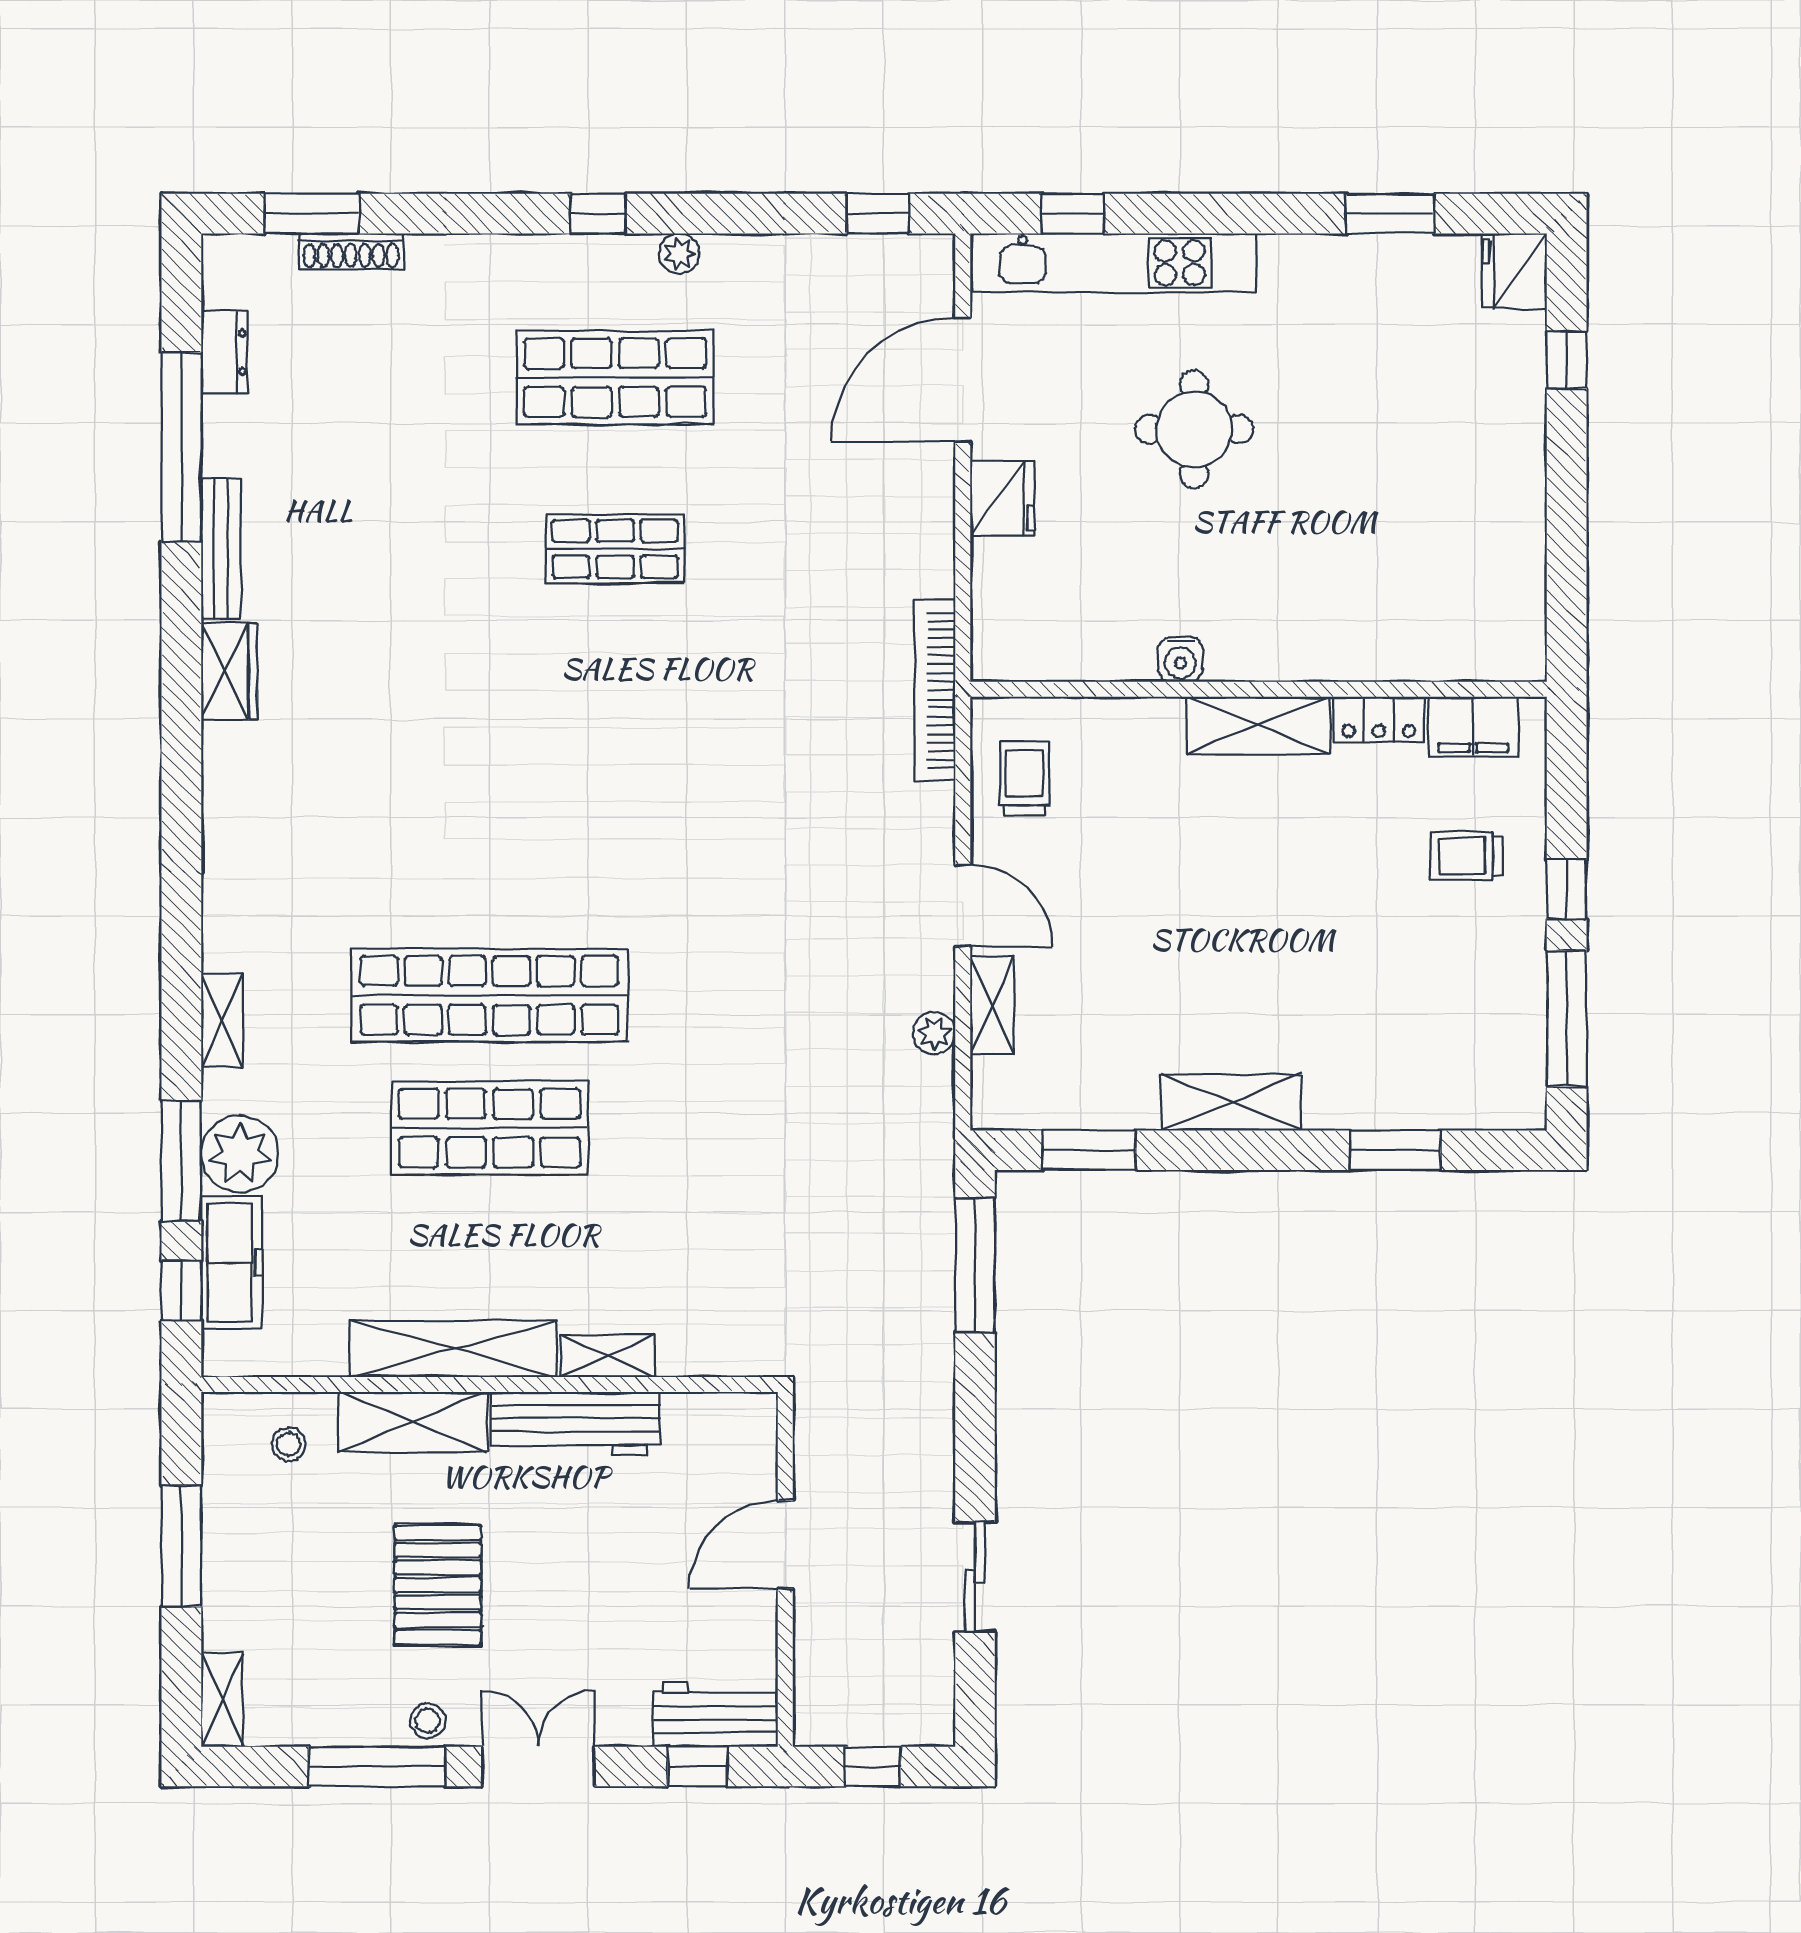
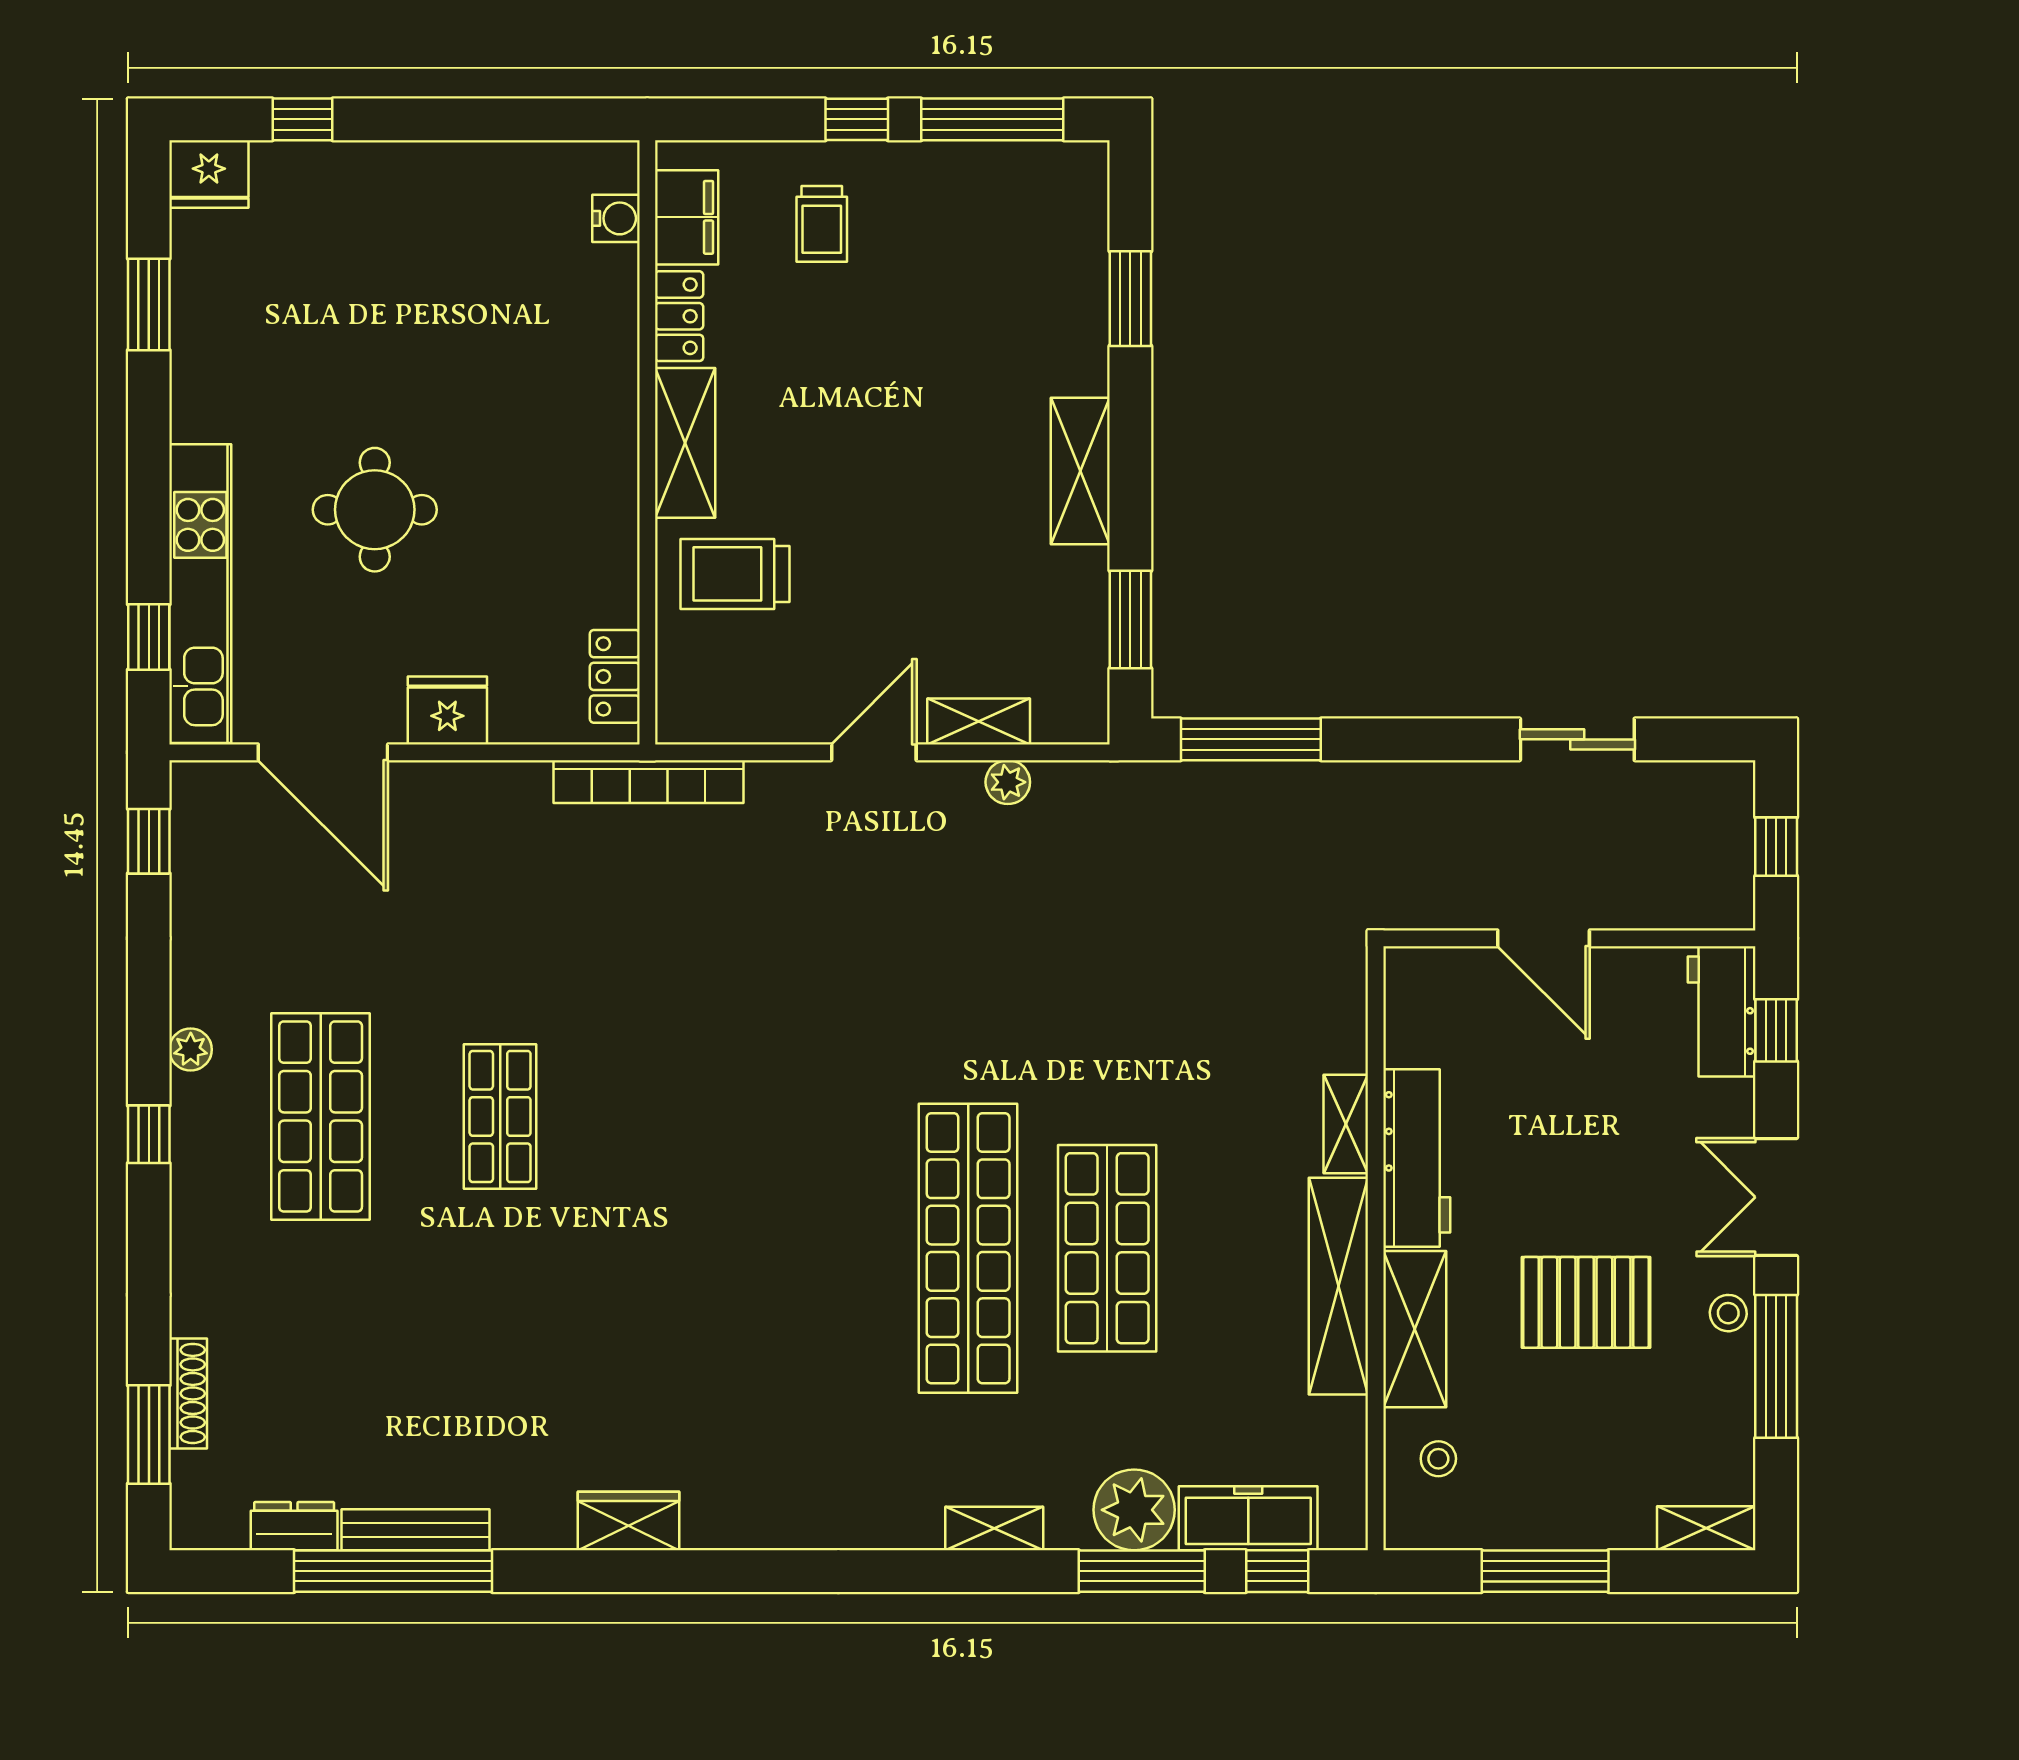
bench: (221, 549) -> (415, 1530), moved
locker: (1035, 658) -> (615, 676), added
water cooler: (1180, 659) -> (616, 218), moved
trolley: (1024, 778) -> (735, 574), moved, width x1.36, depth x1.39

